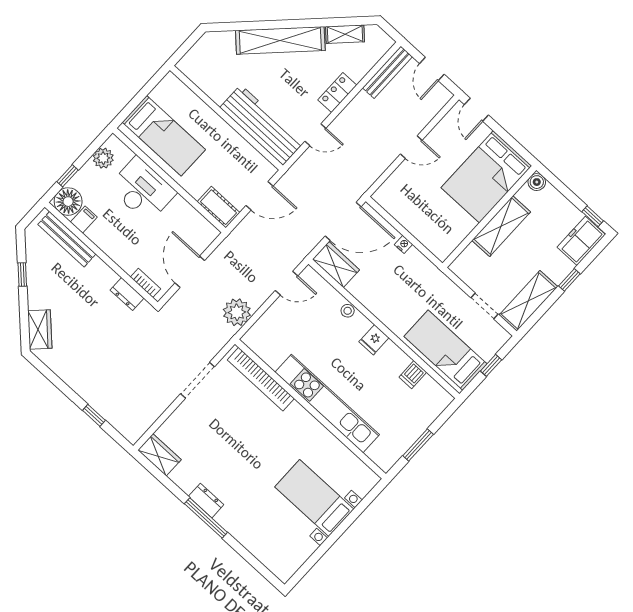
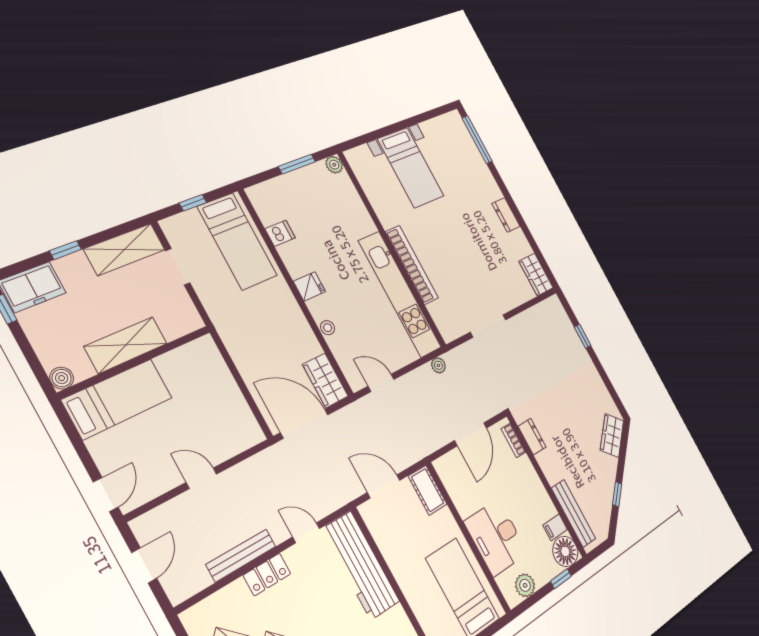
bench: (387, 72) -> (241, 555), moved
bed: (486, 177) -> (117, 399), width x0.67
nightstand: (403, 244) -> (246, 372), removed
plant: (237, 312) -> (438, 365), width x0.53, depth x0.53
bookcase: (261, 379) -> (412, 265), moved
kitchen unit: (327, 403) -> (400, 294), moved
plant: (385, 462) -> (334, 165), added
window: (206, 518) -> (477, 140), moved

